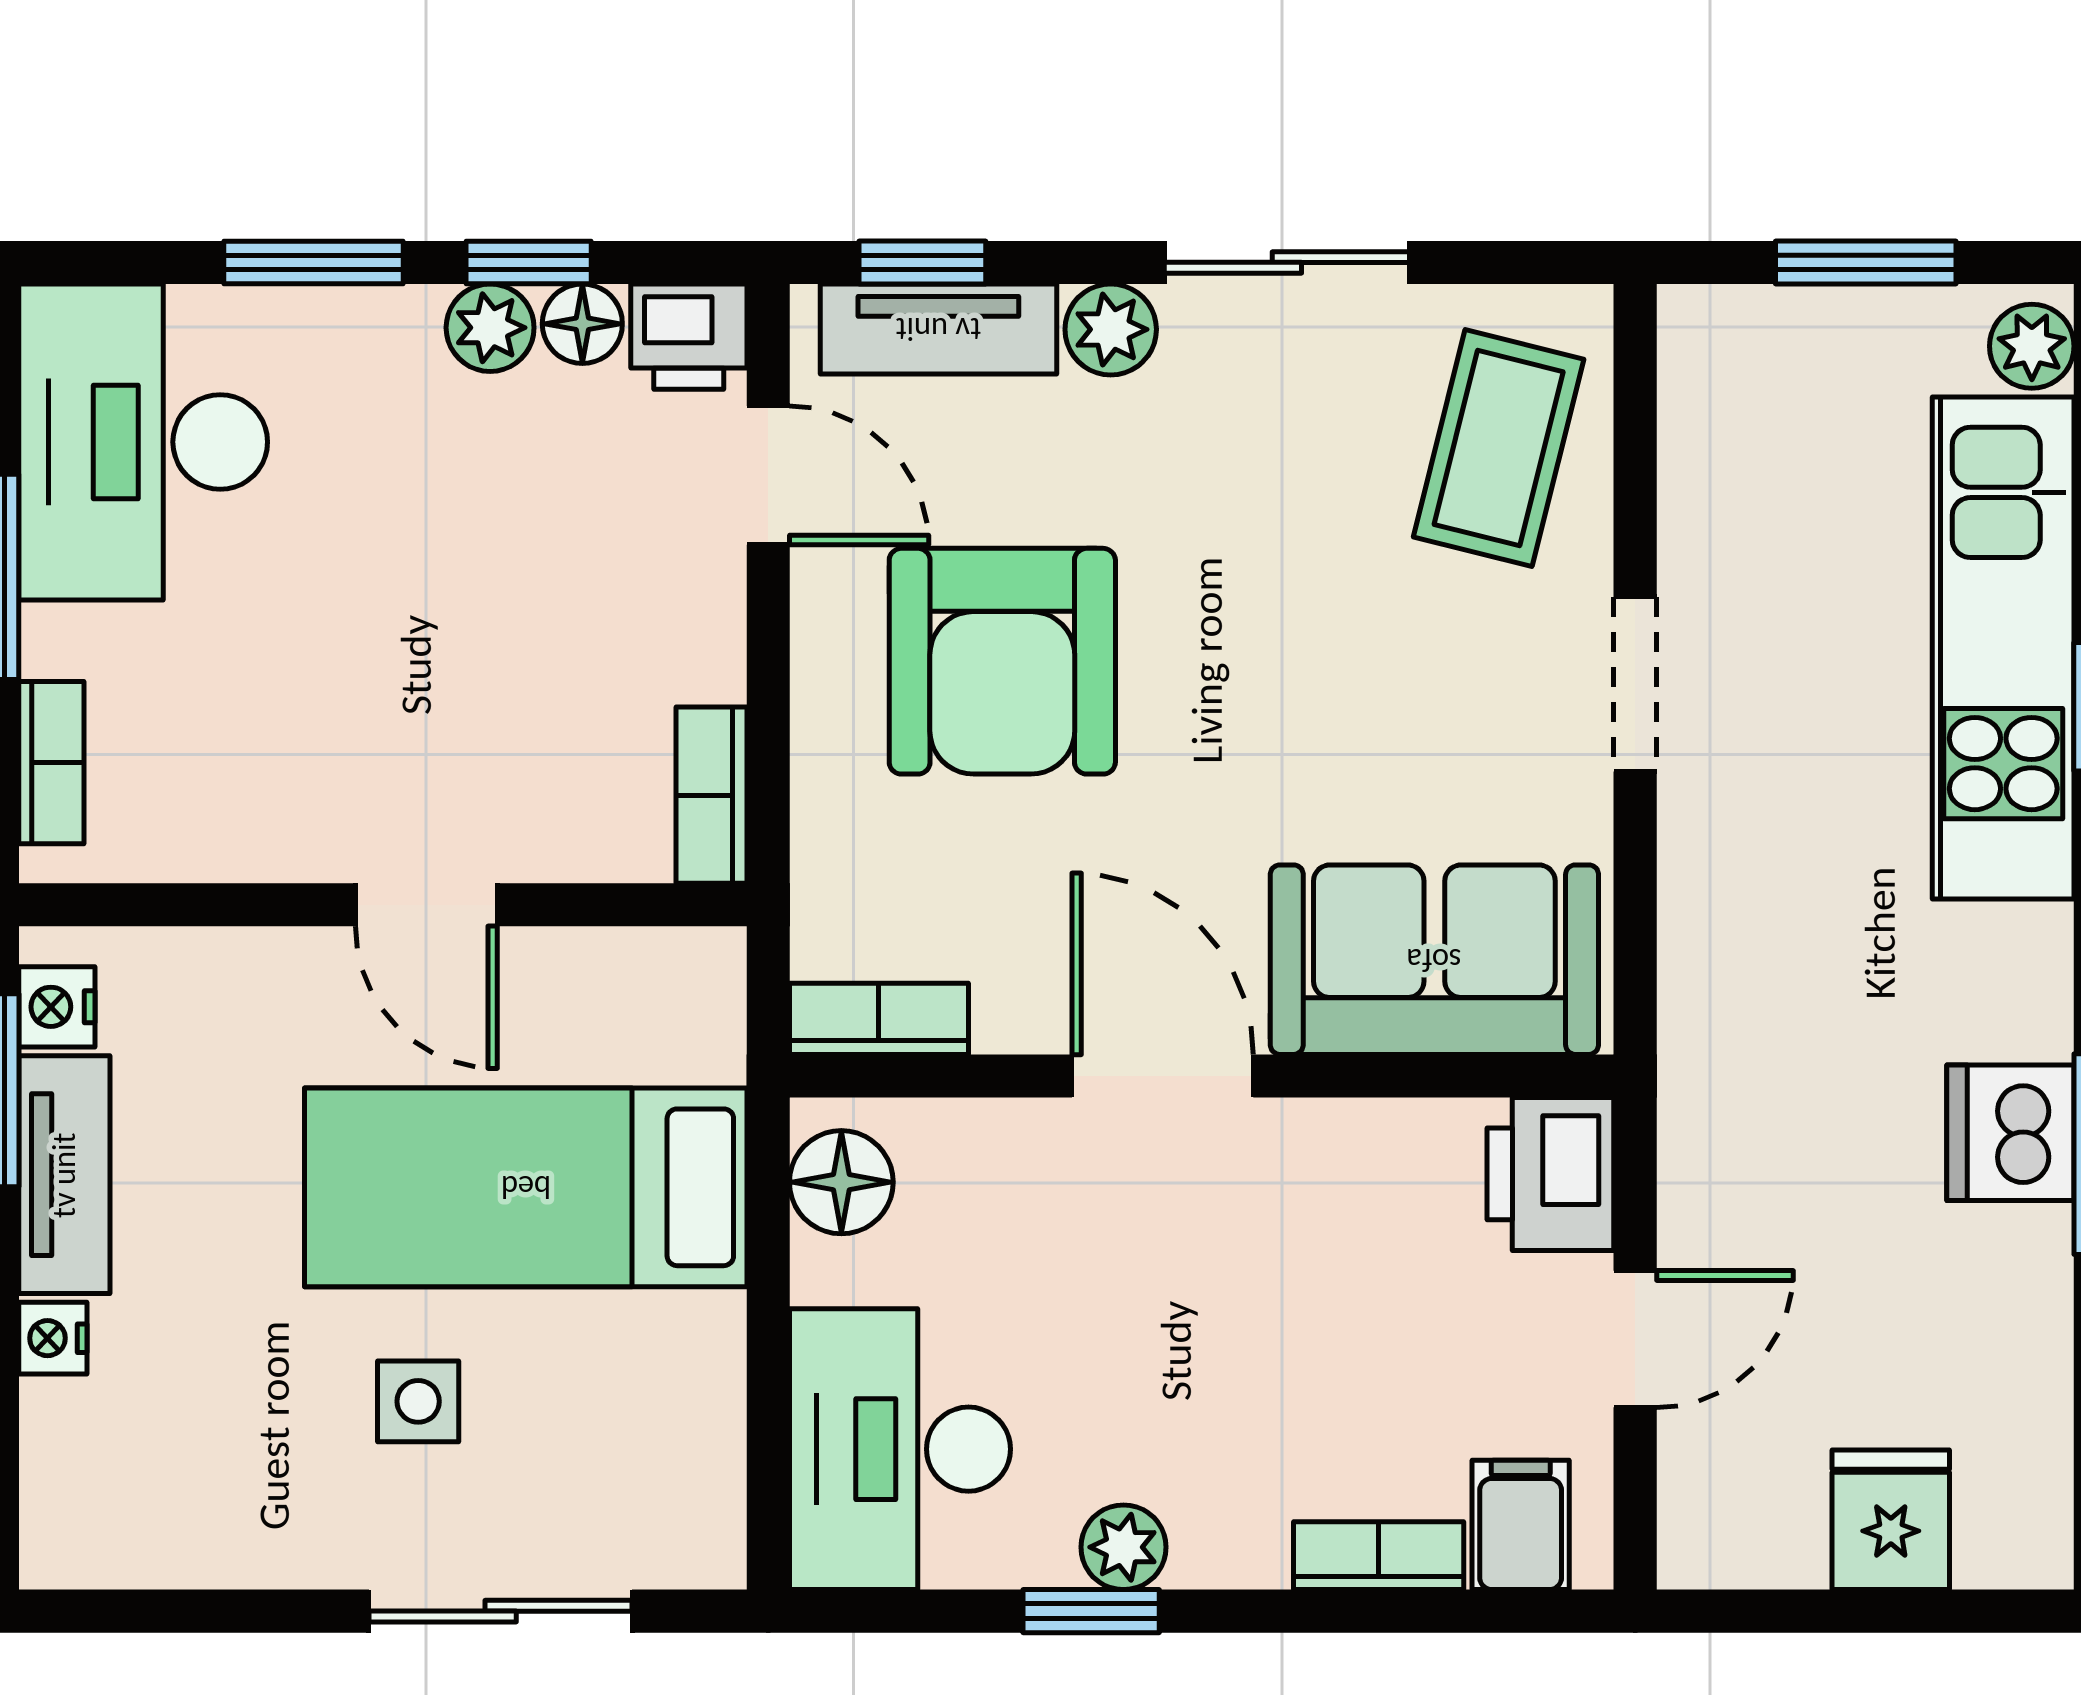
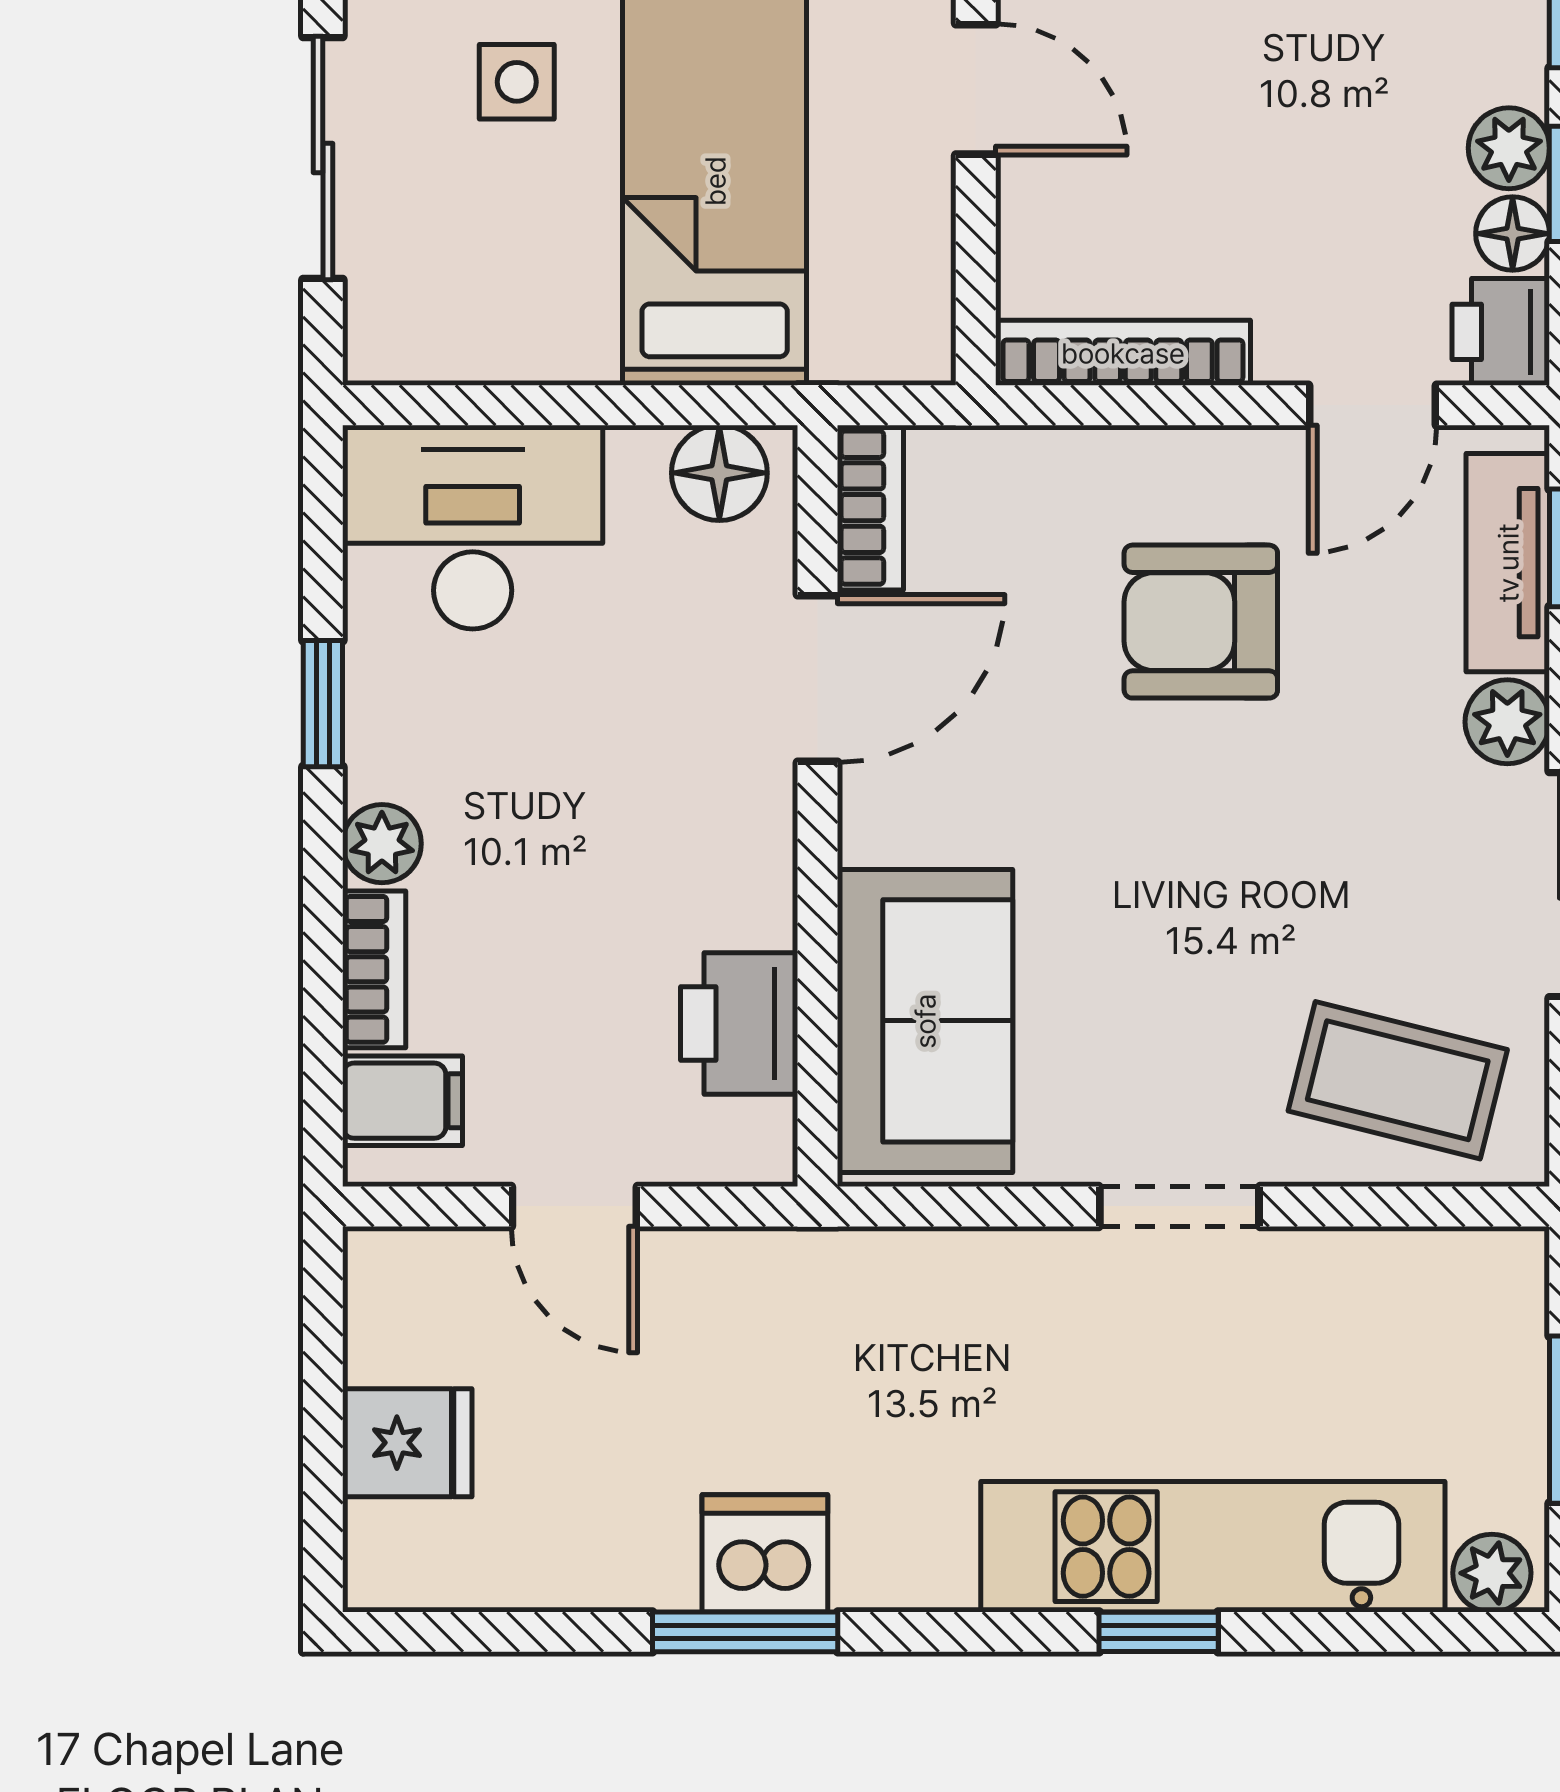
armchair: (1002, 661) -> (1201, 622), width x0.73, depth x0.73
bookcase: (711, 795) -> (1123, 353), width x1.56
door: (426, 905) -> (976, 89), swing flipped
door: (1163, 1076) -> (818, 679), moved
printer: (1550, 1174) -> (739, 1023), moved, turned -90
plant: (1124, 1547) -> (382, 844), moved

